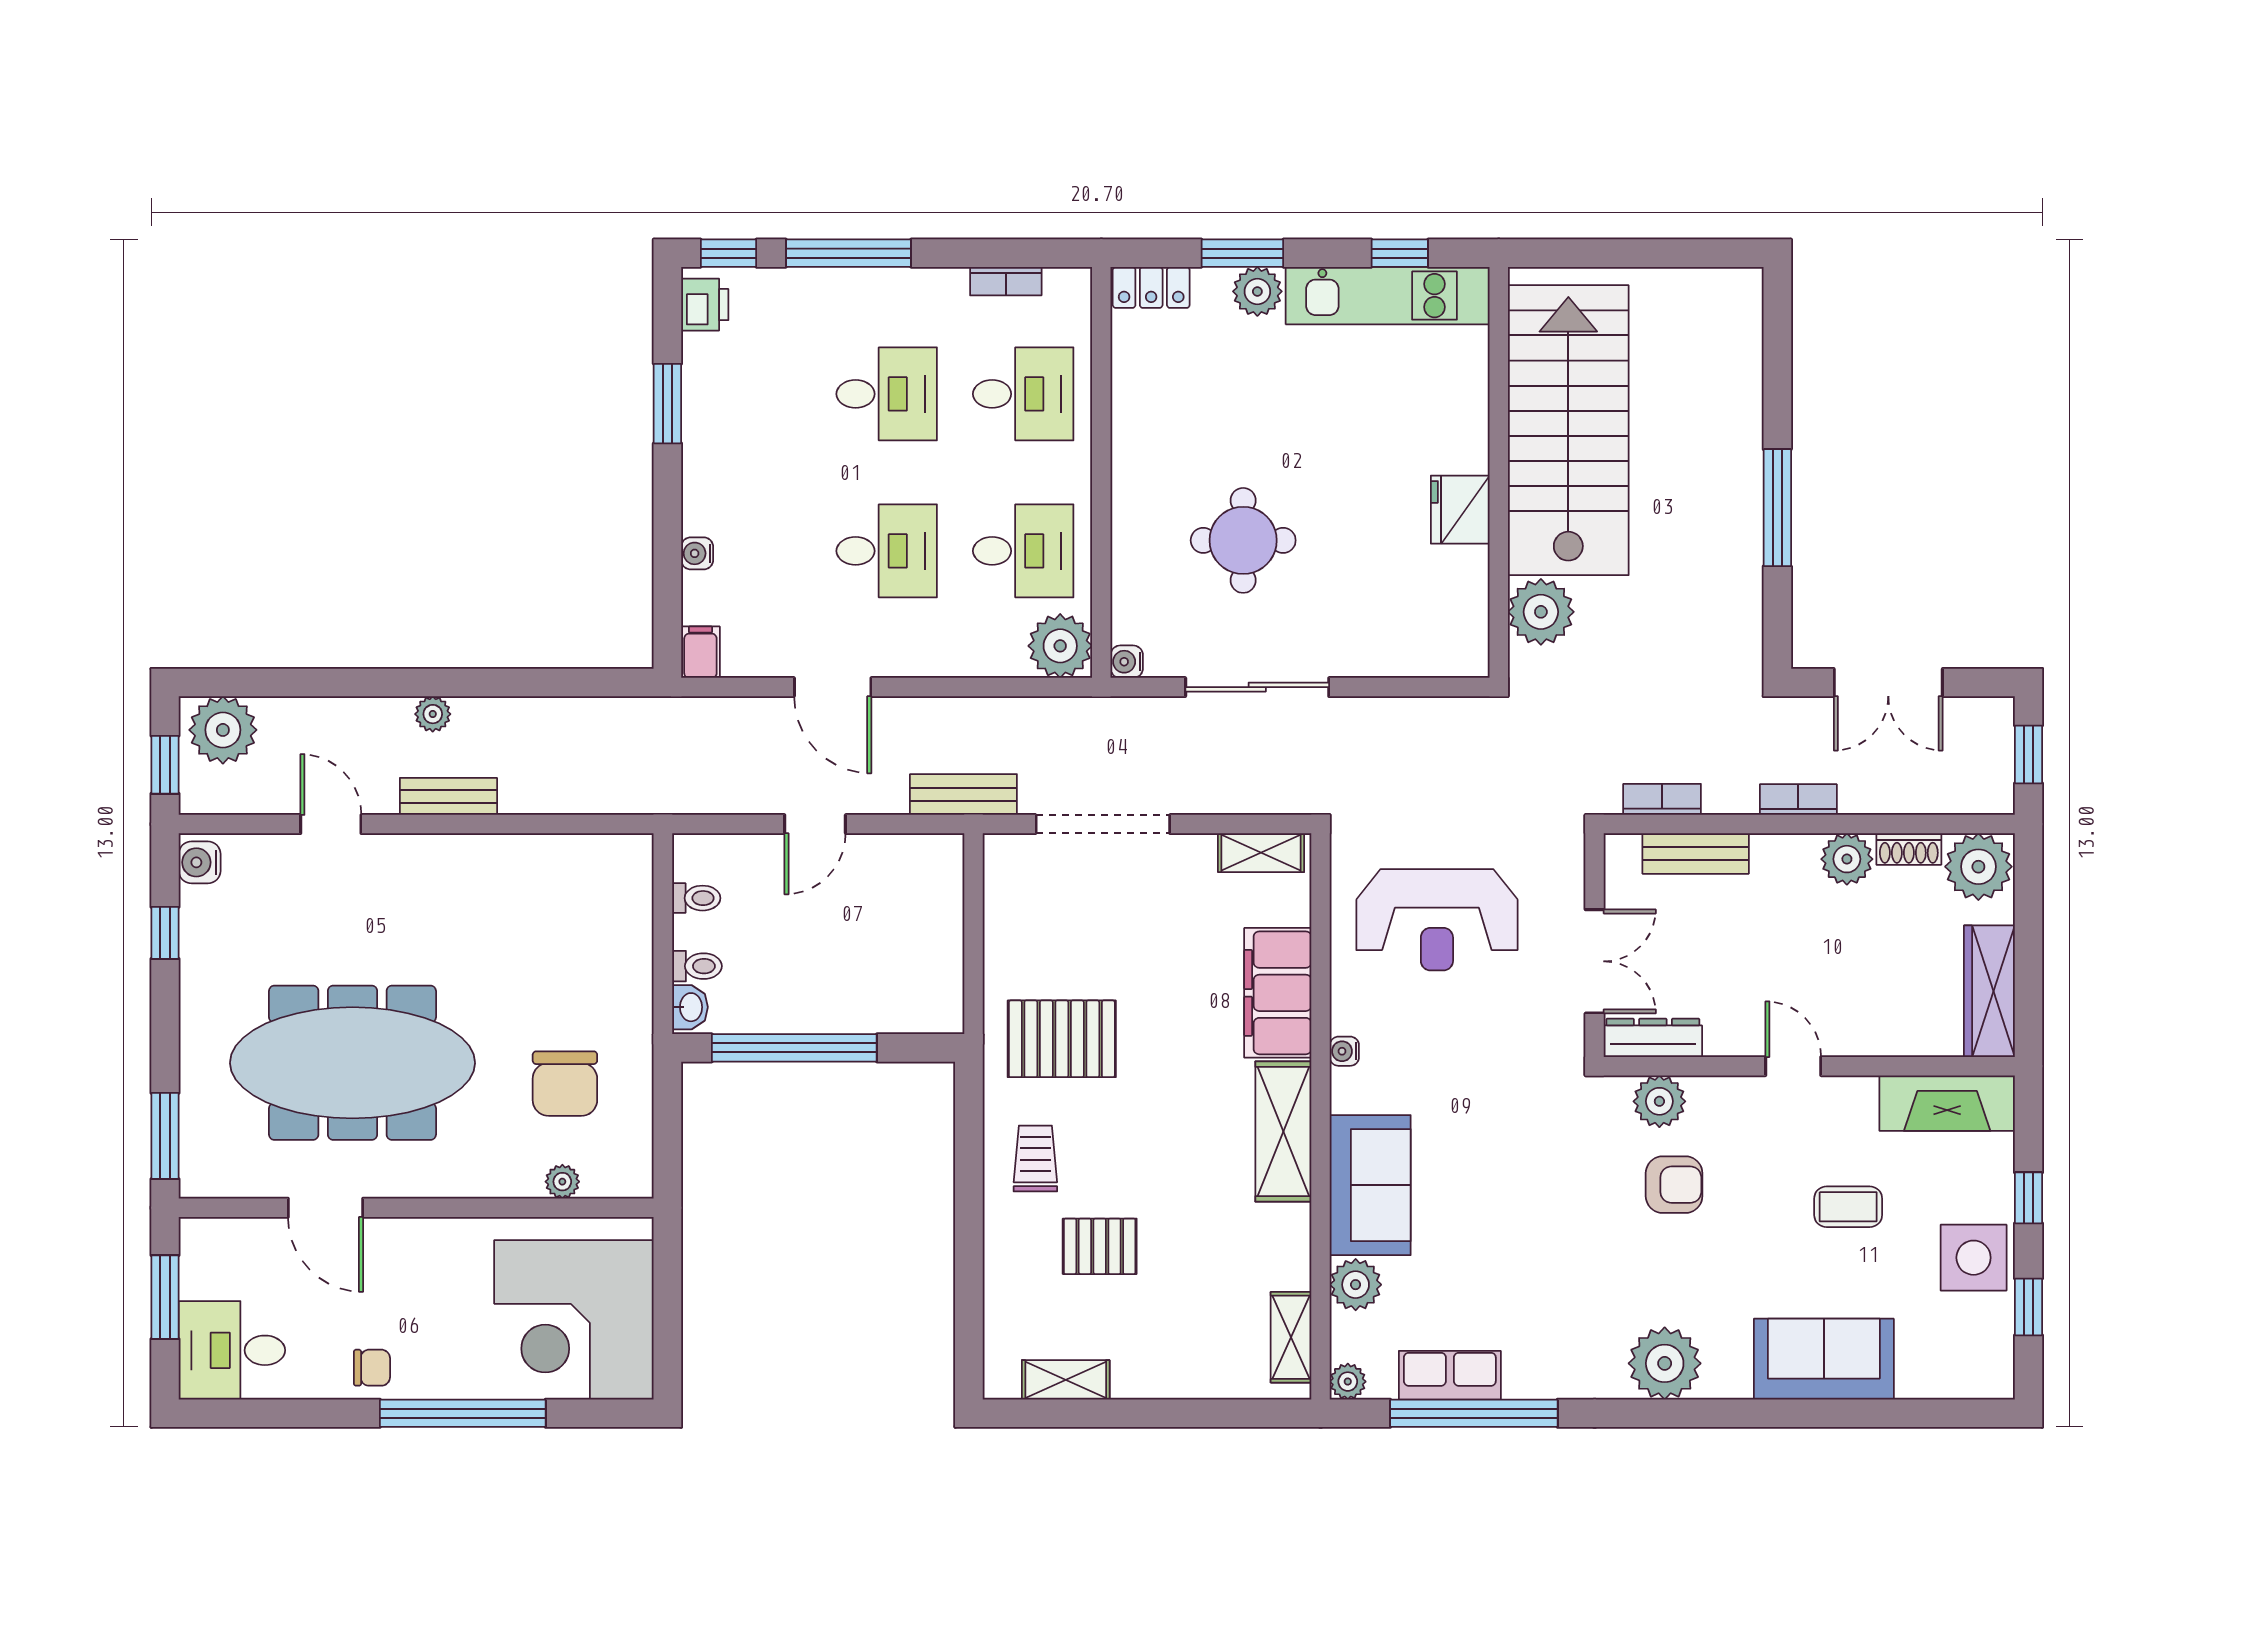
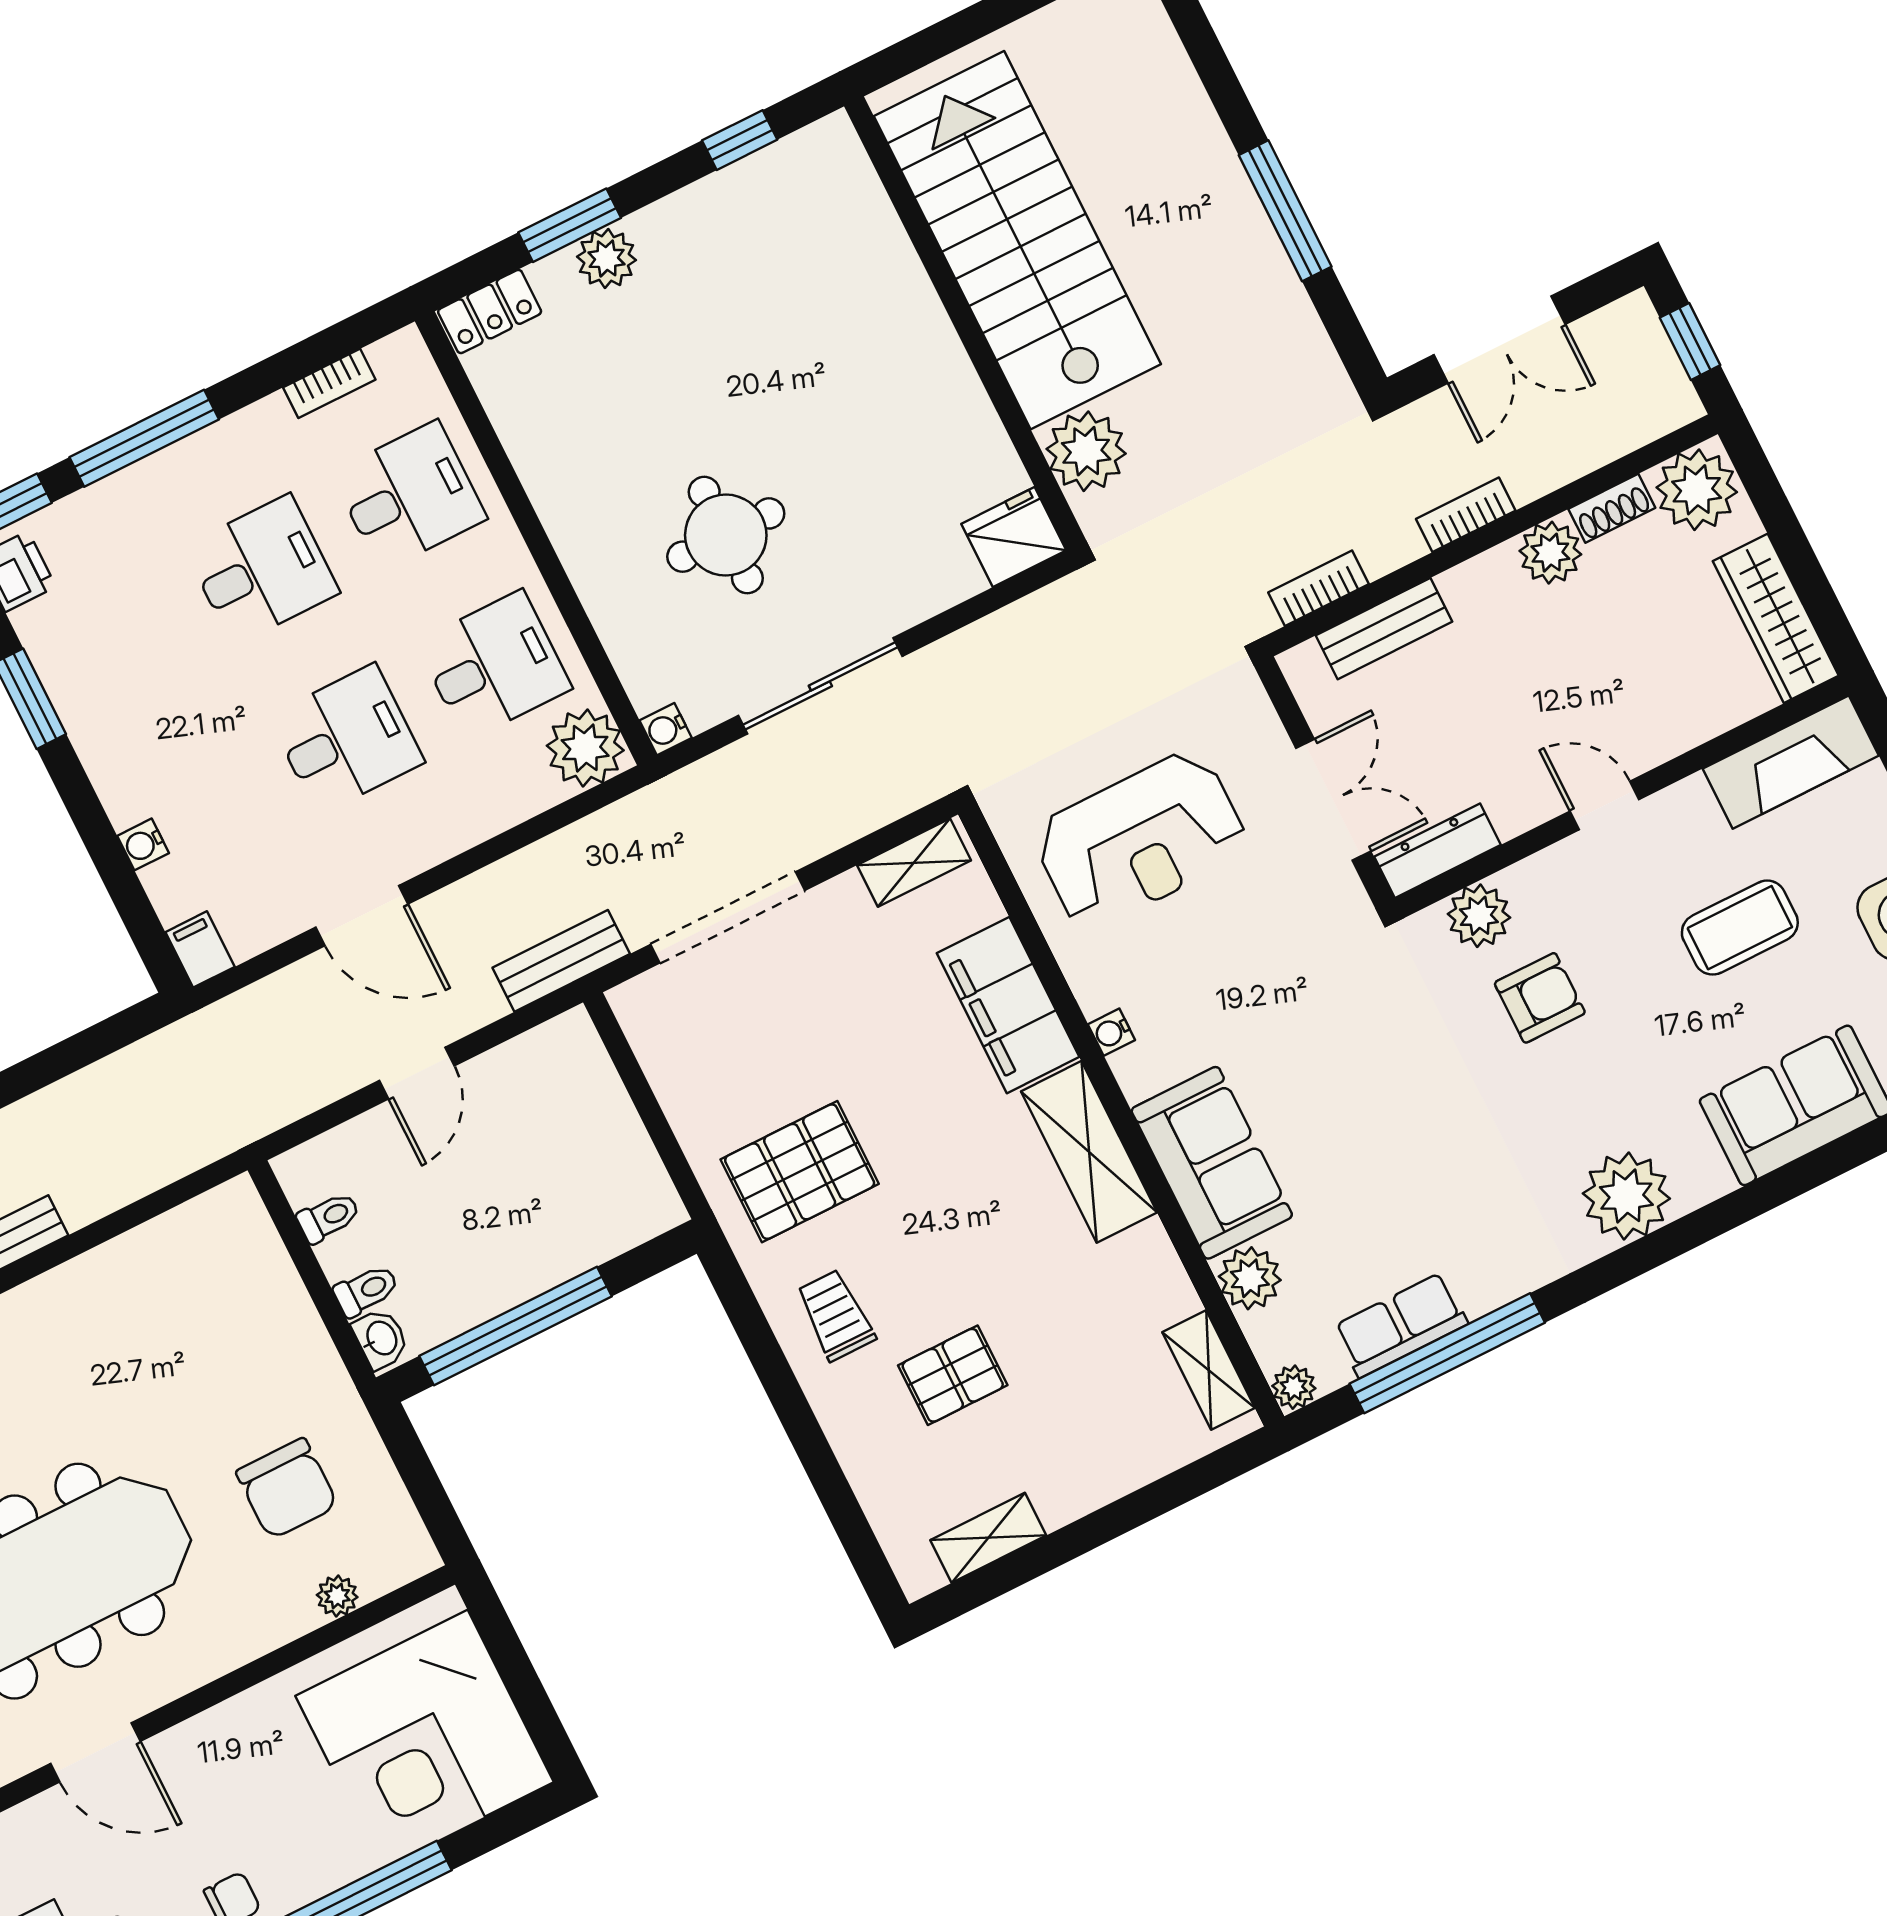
kitchen unit: (1388, 296) -> (749, 192), removed
fridge: (1460, 510) -> (1014, 537), moved, turned 90
coffee table: (1848, 1207) -> (1740, 928), width x1.36, depth x1.30

